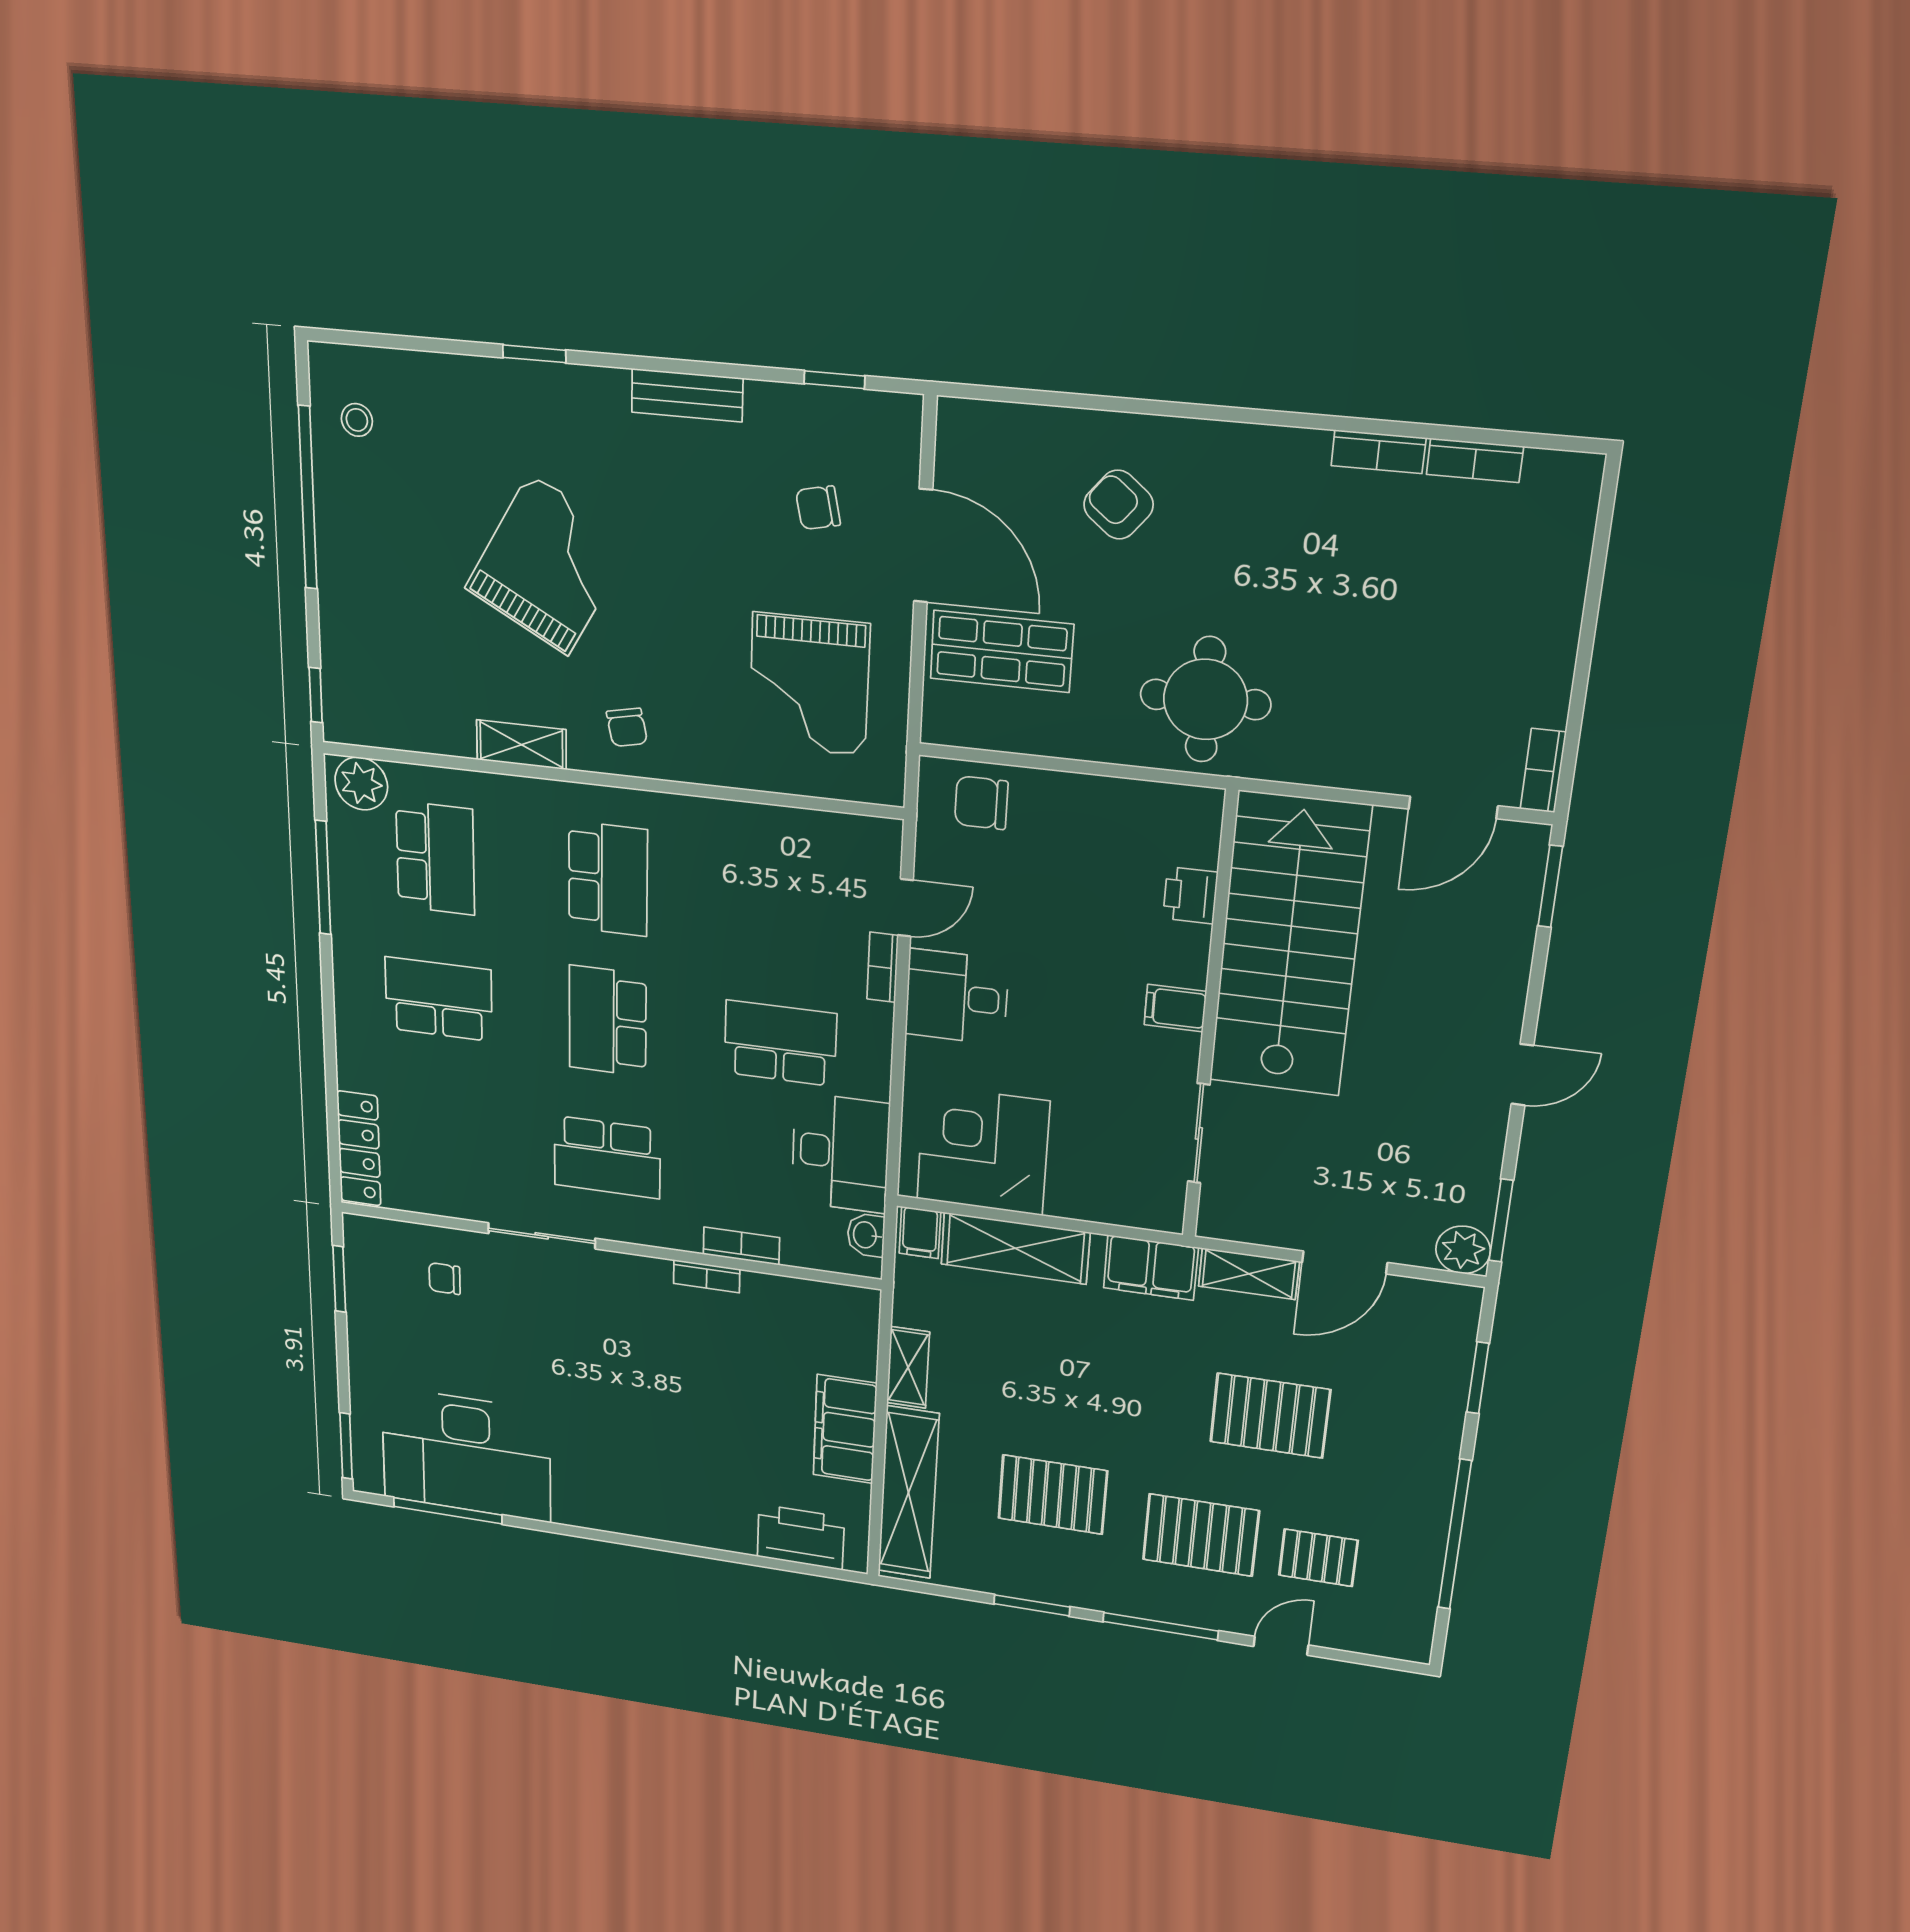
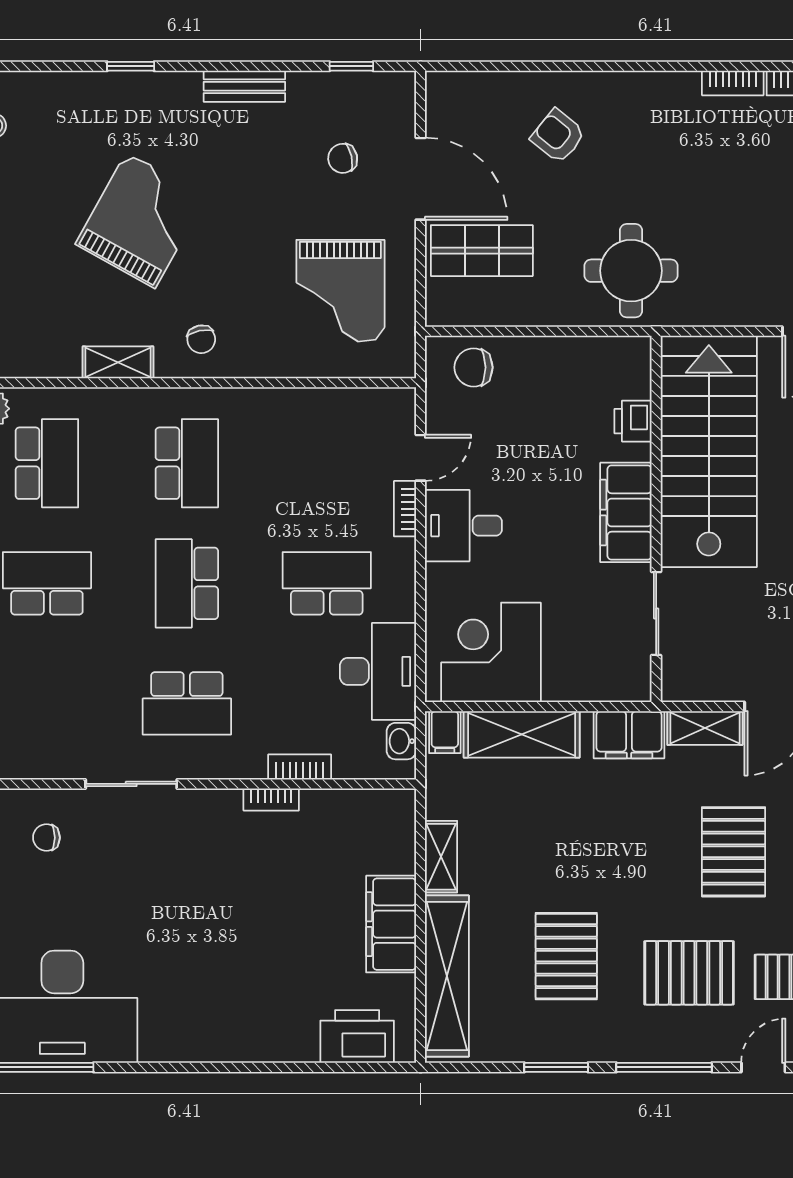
filing cabinet: (1175, 1008) -> (626, 512), width x3.00, depth x1.17
pallet: (1270, 1416) -> (733, 852), turned 90
pallet: (1053, 1495) -> (566, 956), turned 90

